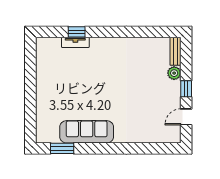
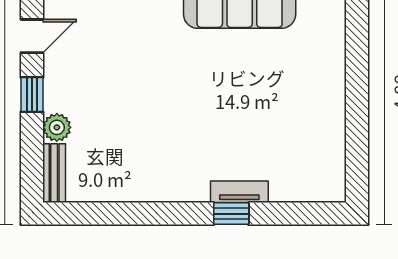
window: (77, 32) -> (231, 214), moved
tv unit: (75, 42) -> (239, 192), moved

